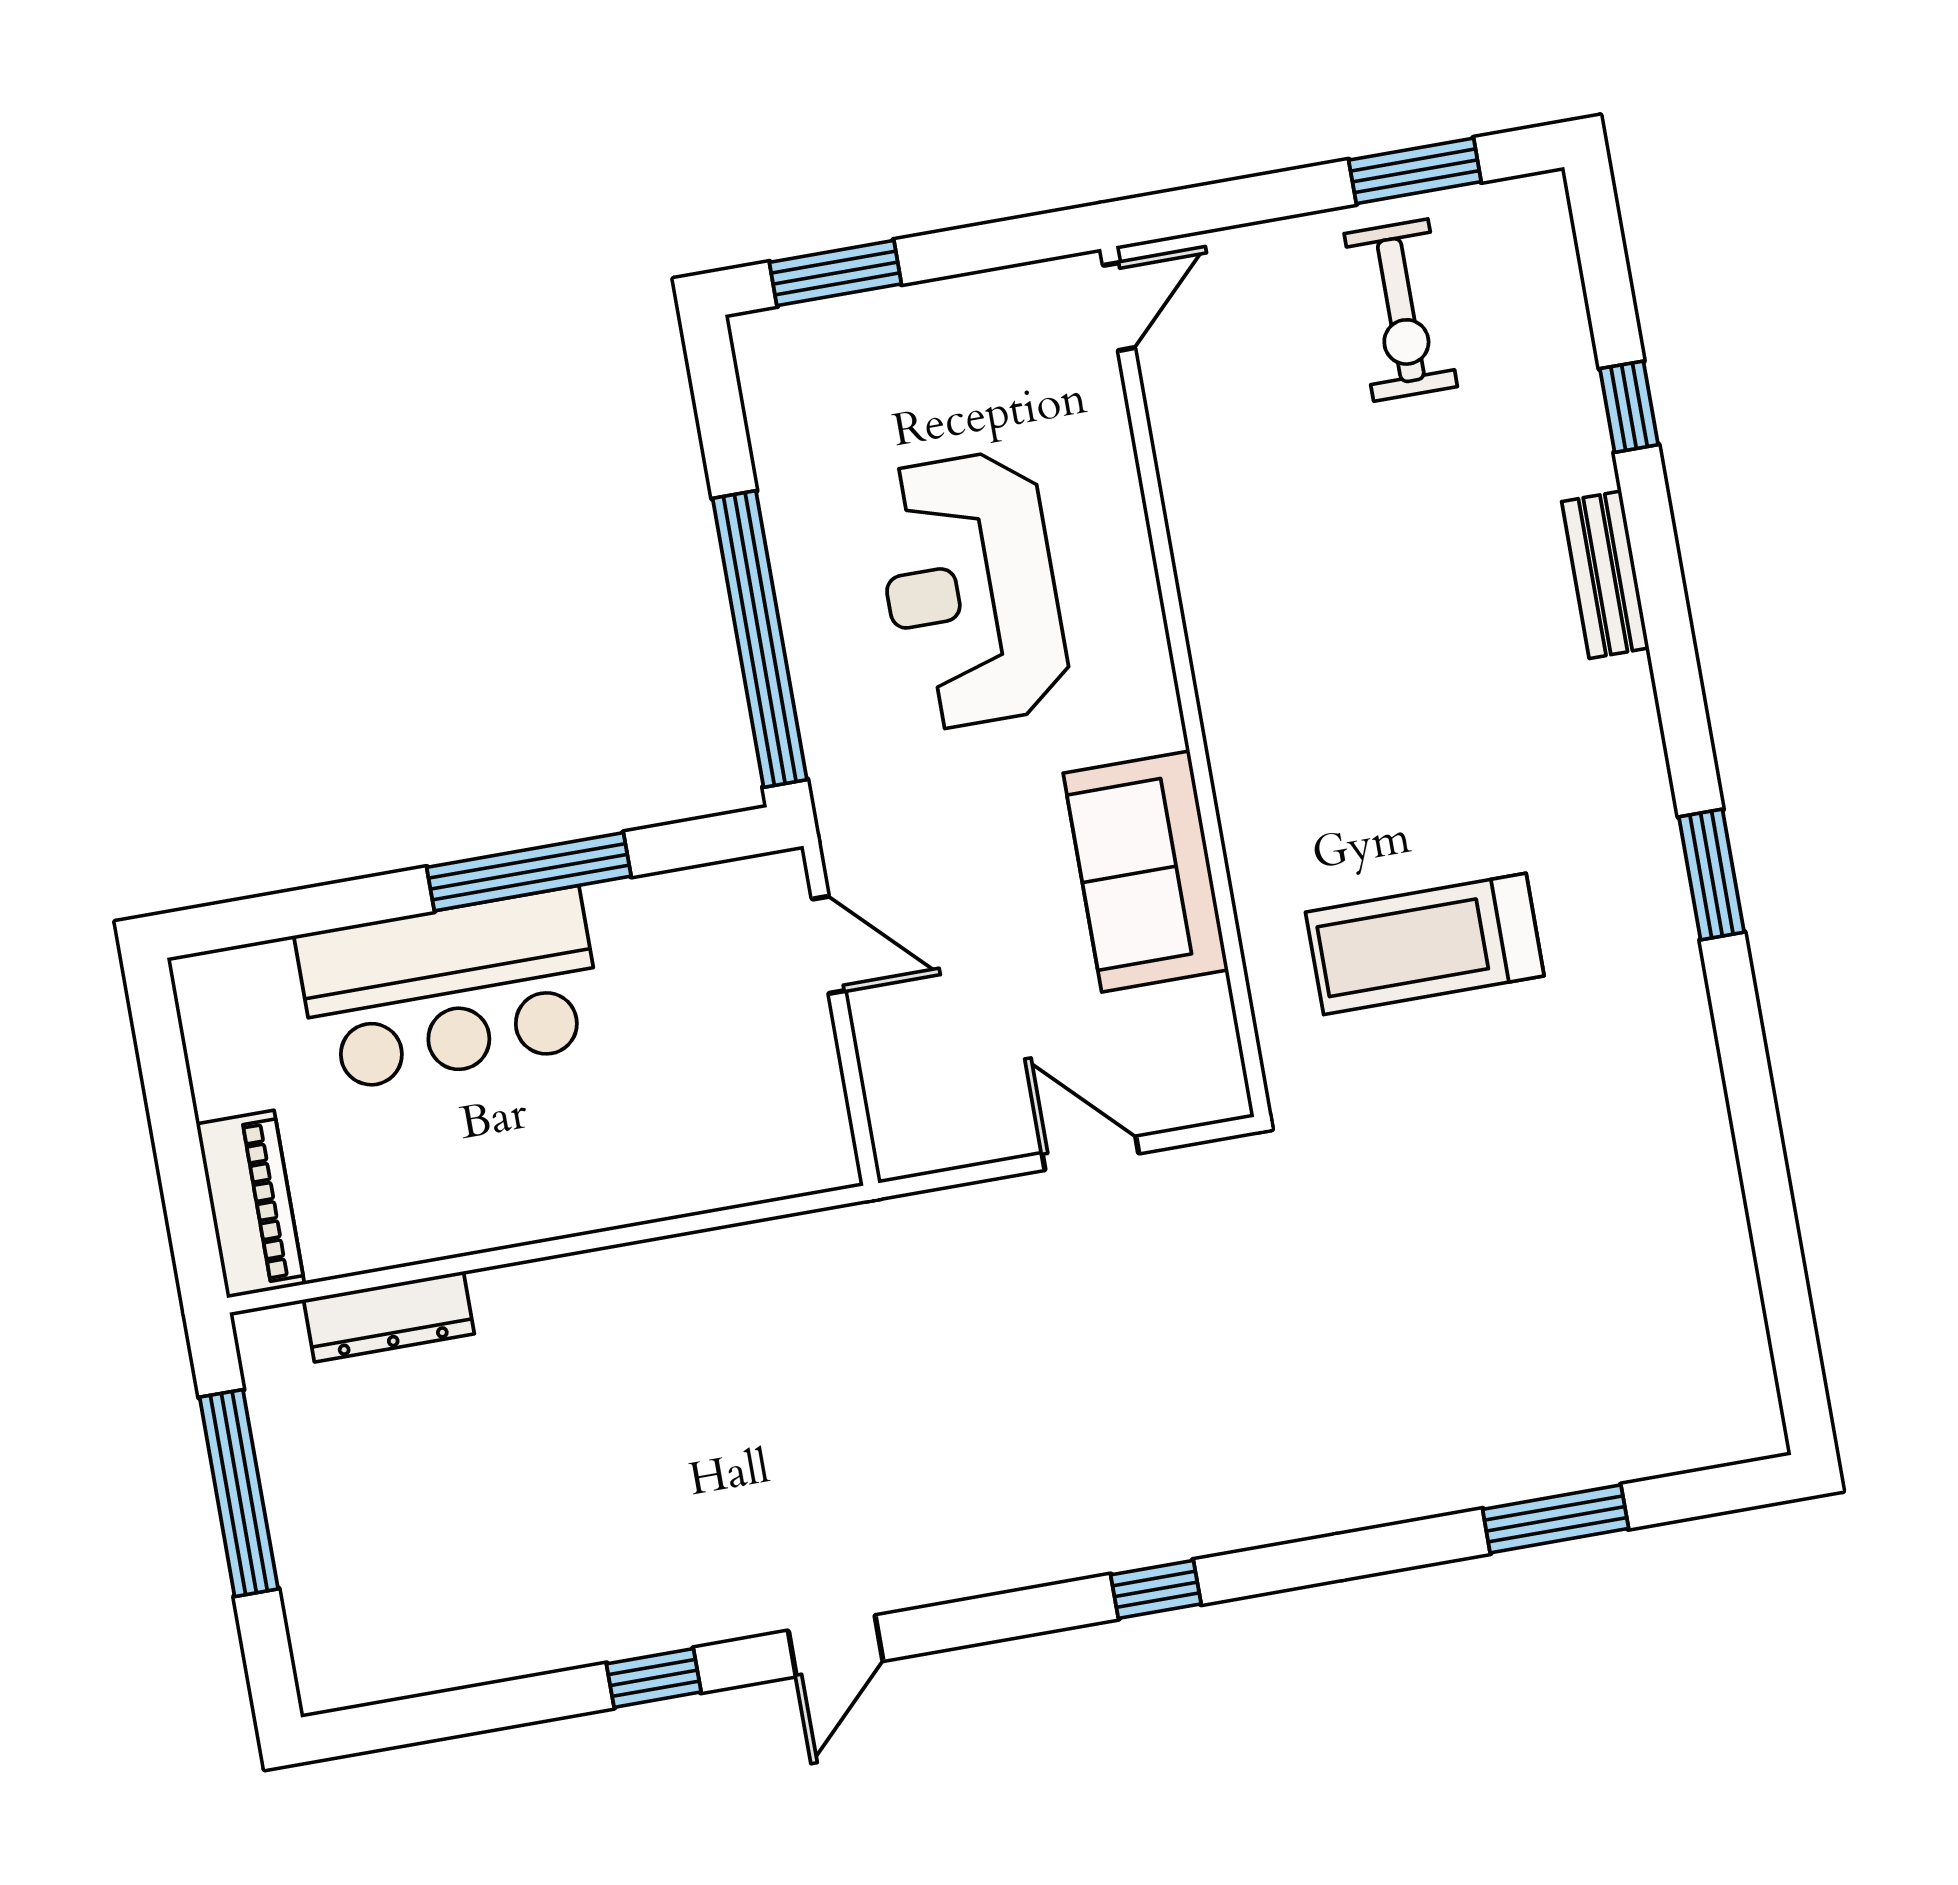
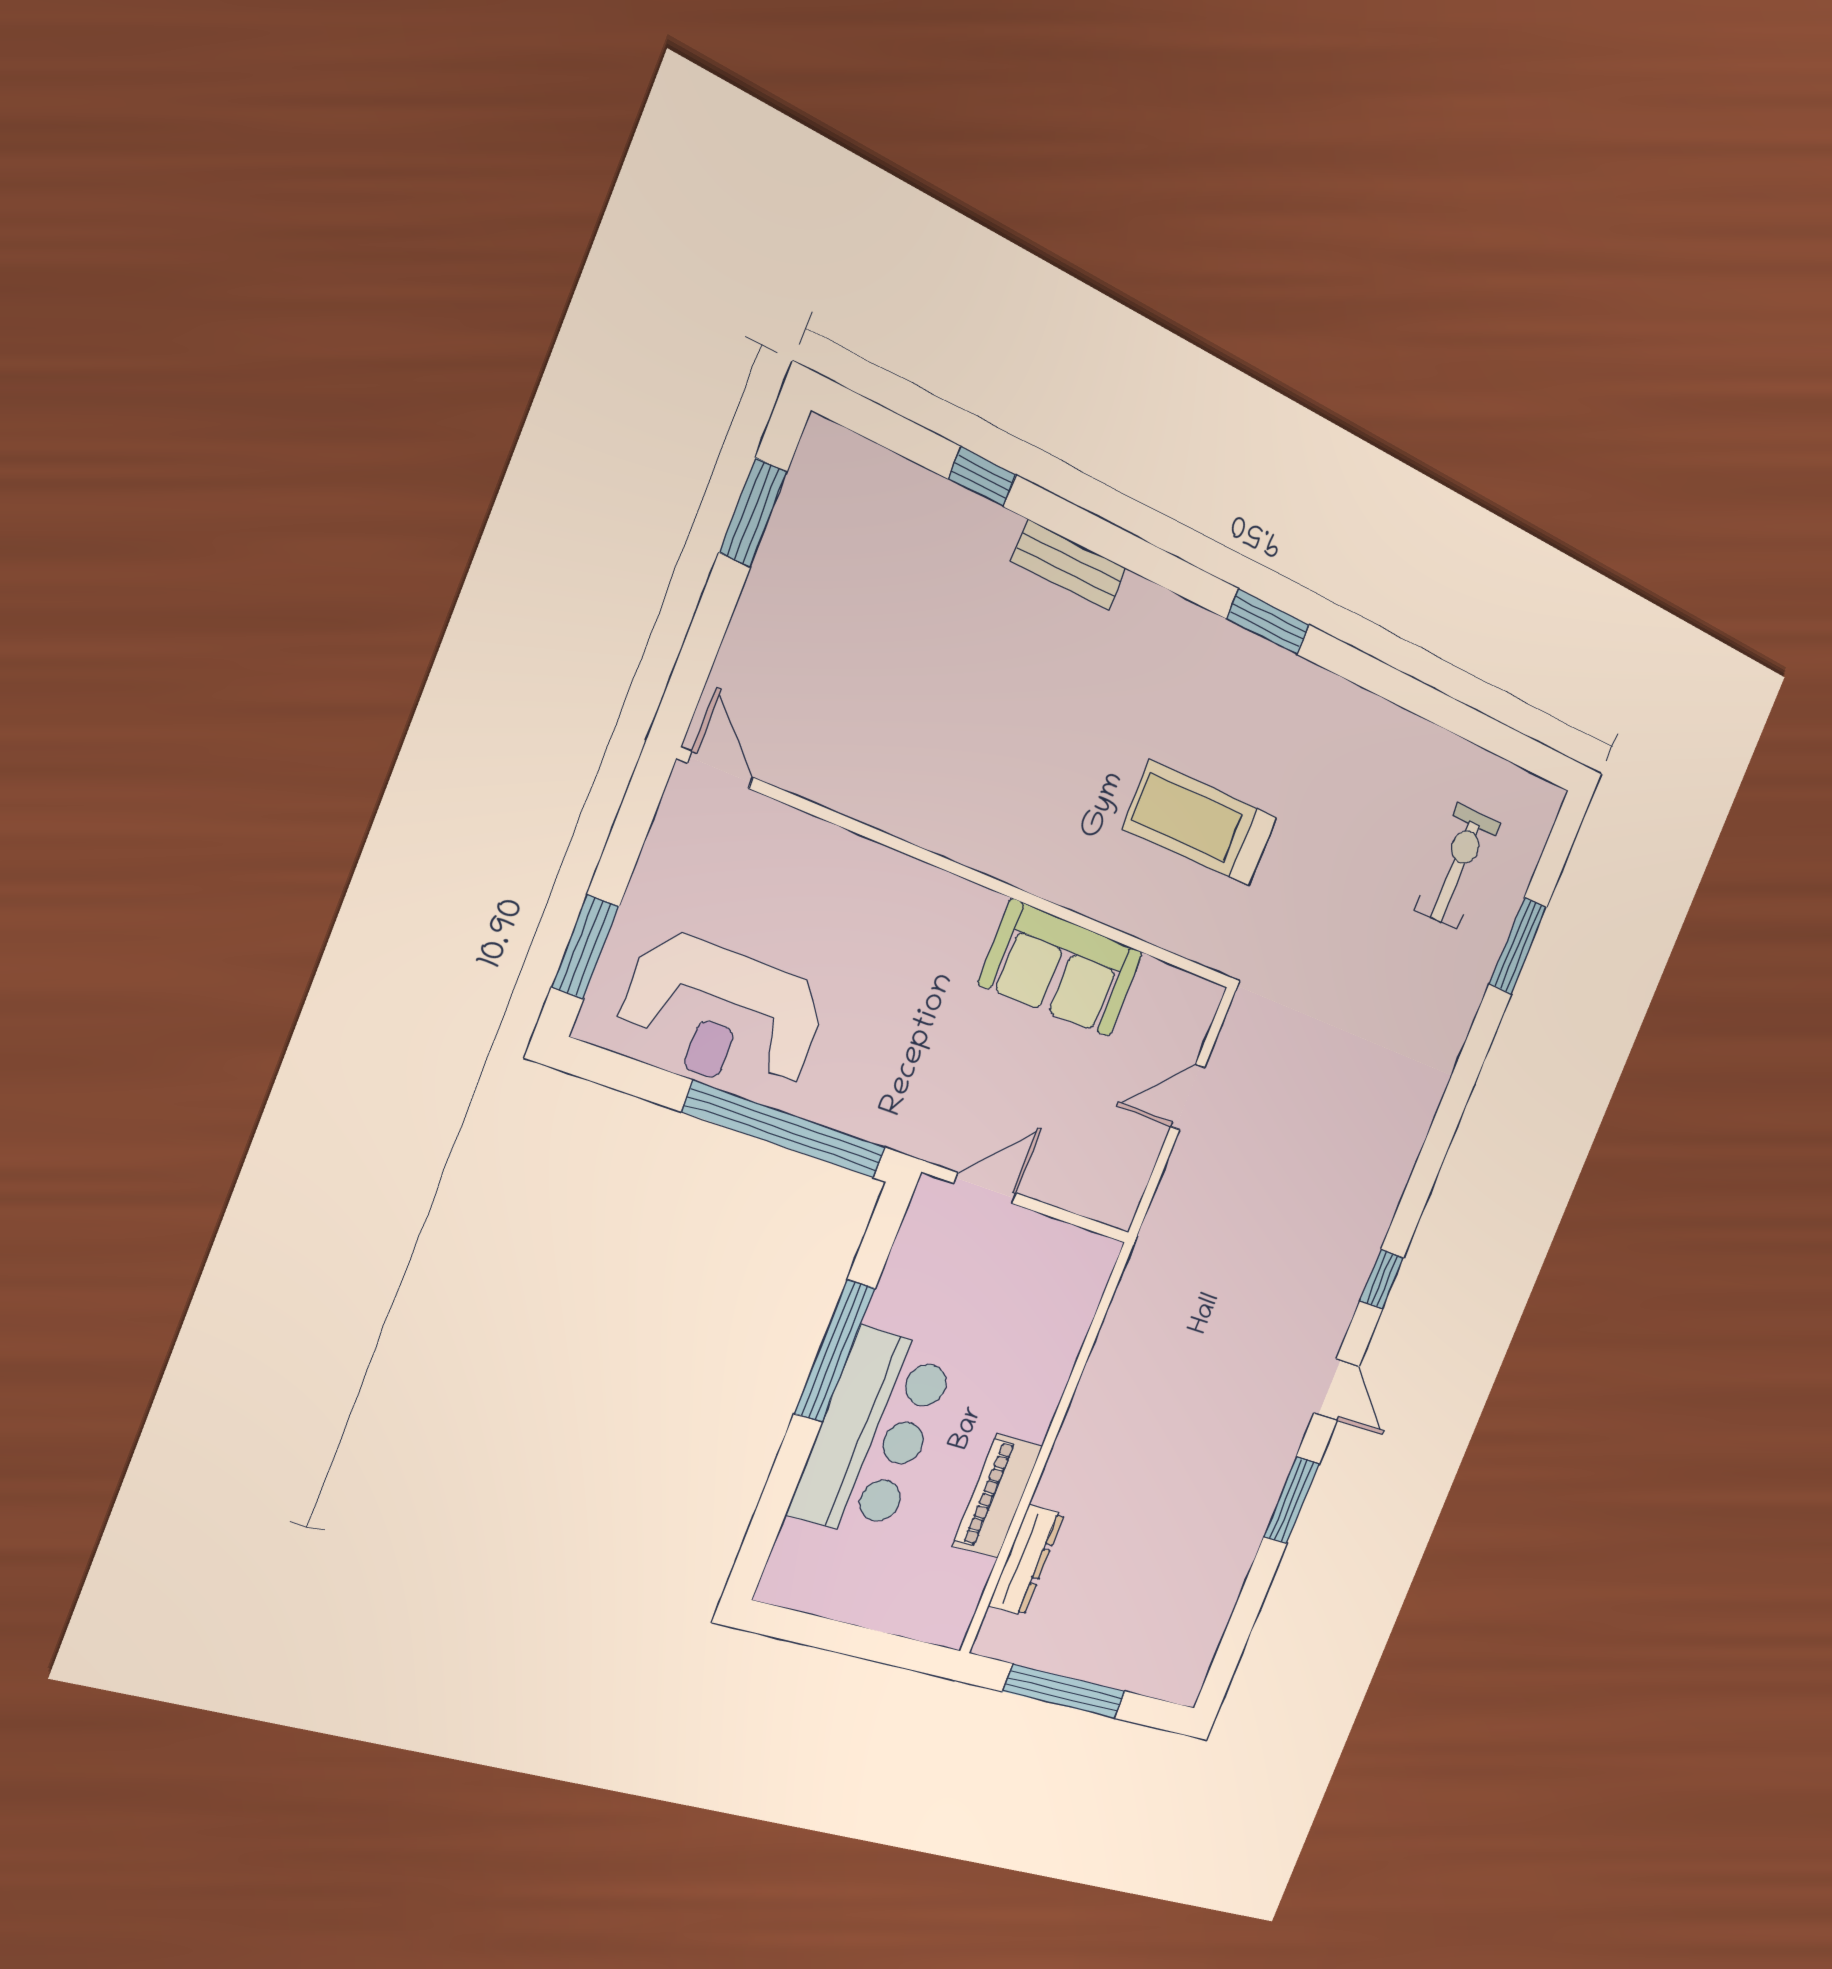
exercise bike: (1401, 310) -> (1457, 866), moved, turned -90
reception desk: (971, 590) -> (722, 1015), moved
treadmill: (1425, 944) -> (1200, 823), turned 90
piano: (250, 1204) -> (997, 1496), moved, turned -90
window: (1156, 1589) -> (1382, 1279), moved
window: (654, 1678) -> (1291, 1500), width x1.50

